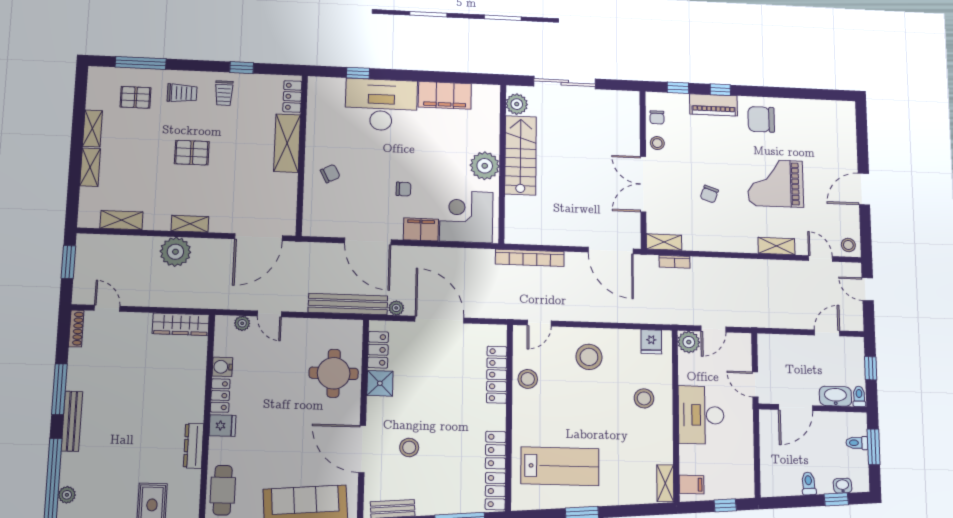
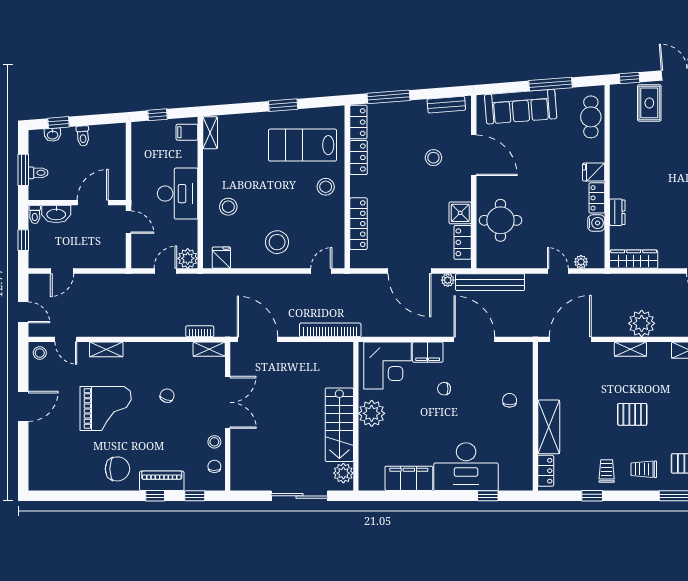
chair: (330, 174) -> (510, 400), turned 117
stool: (528, 379) -> (326, 187), moved
dresser: (194, 446) -> (617, 212), moved, width x0.70

